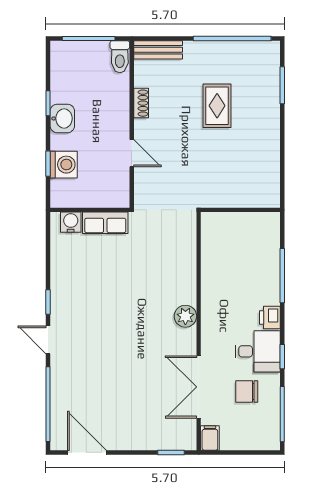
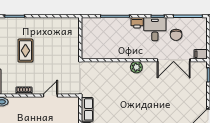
rug: (217, 106) -> (25, 51), turned 90

